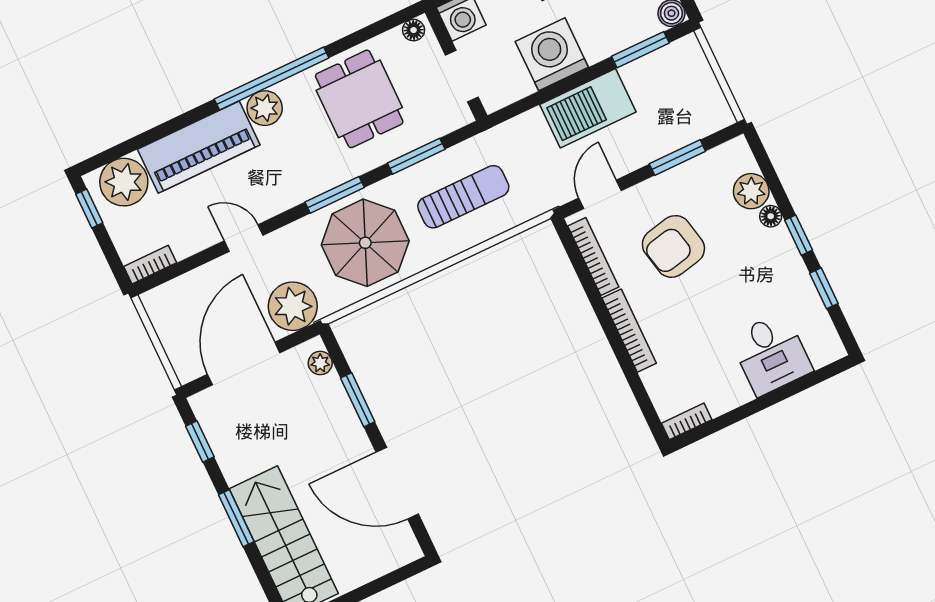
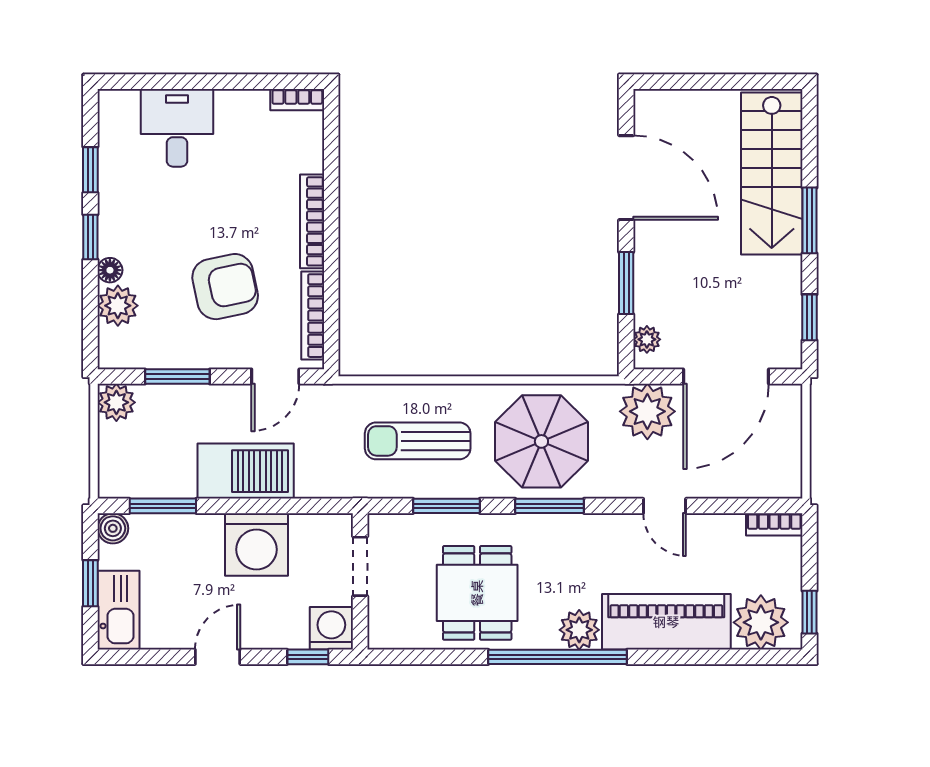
floor lamp: (414, 30) -> (387, 637), removed
plant: (716, 114) -> (116, 402), added

